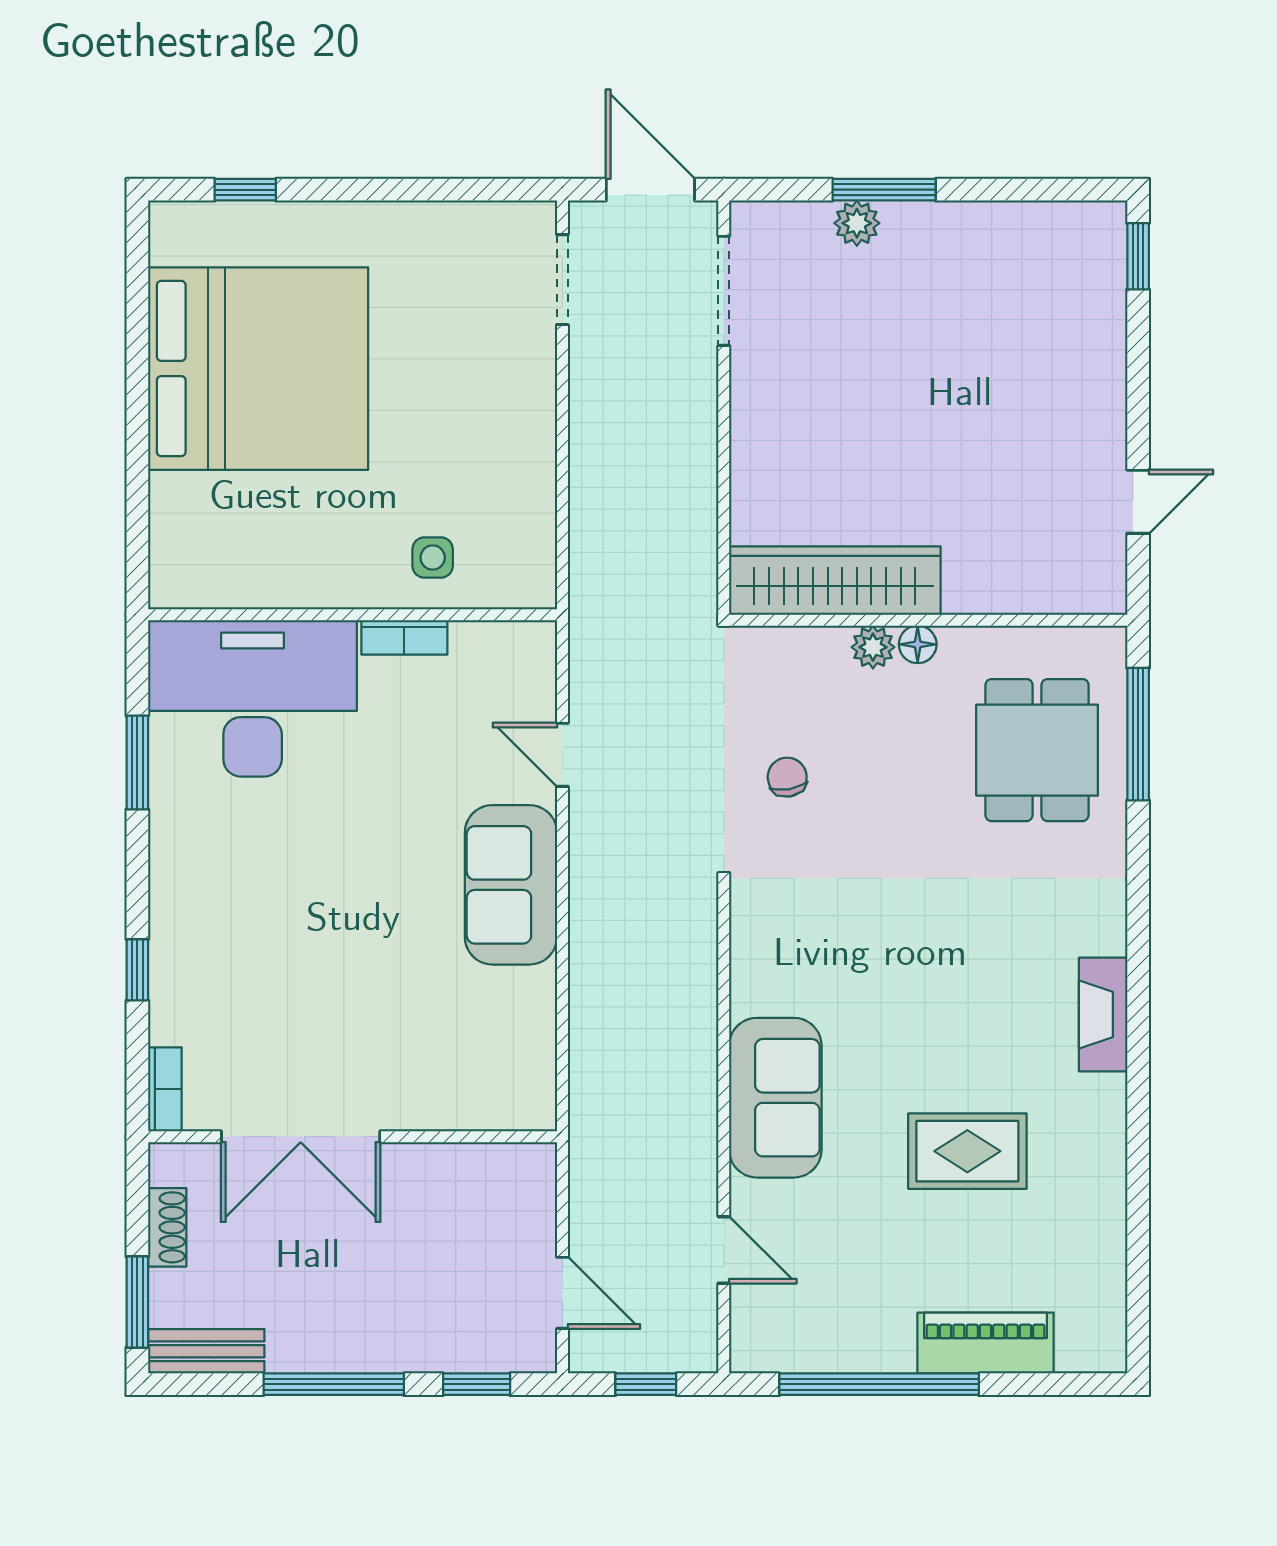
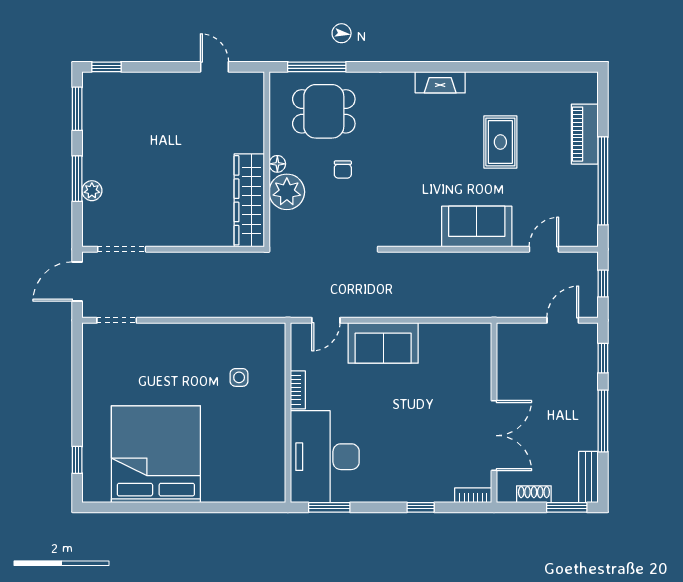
window: (1043, 190) -> (77, 109), added
wall: (353, 615) -> (288, 413), moved
bookcase: (404, 637) -> (298, 390), moved
plant: (873, 647) -> (287, 192), width x1.88, depth x1.88
desk: (253, 698) -> (325, 457), moved
chair: (787, 777) -> (343, 170), moved, turned -80

